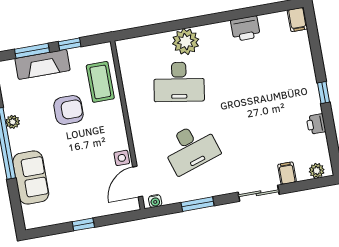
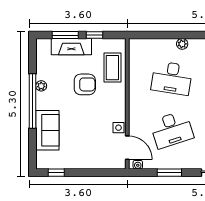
plant: (186, 42) -> (182, 44), width x0.53, depth x0.53
door: (138, 182) -> (127, 148), swing flipped
window: (83, 224) -> (56, 173), moved

